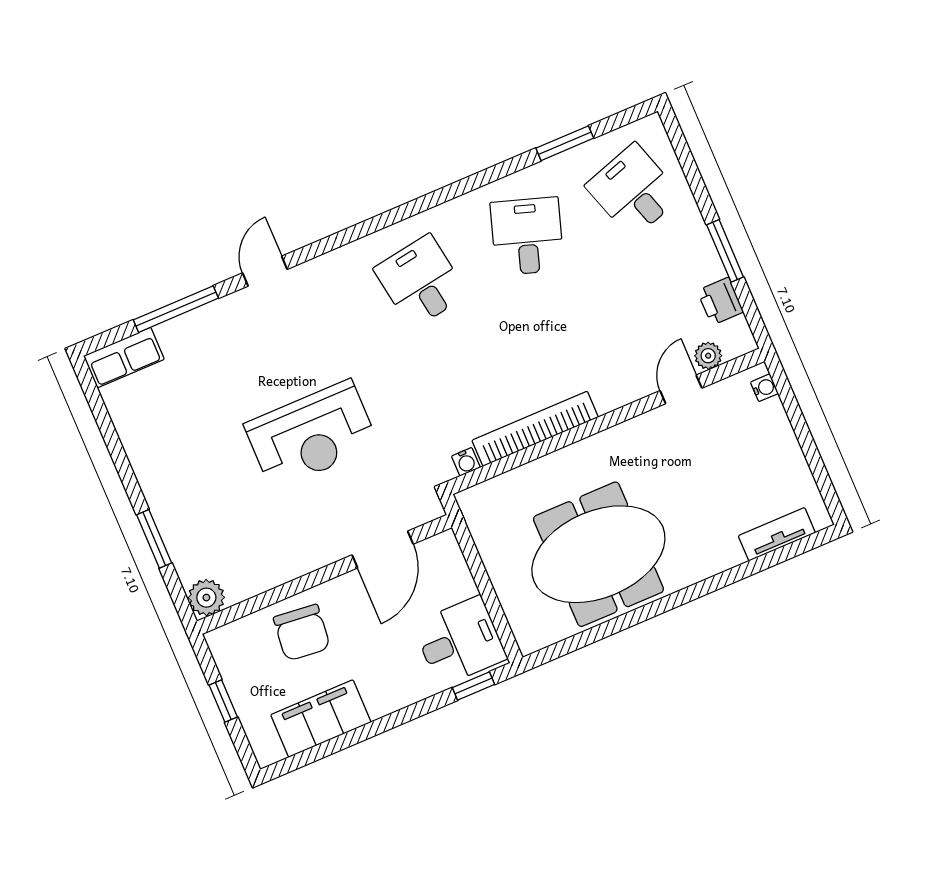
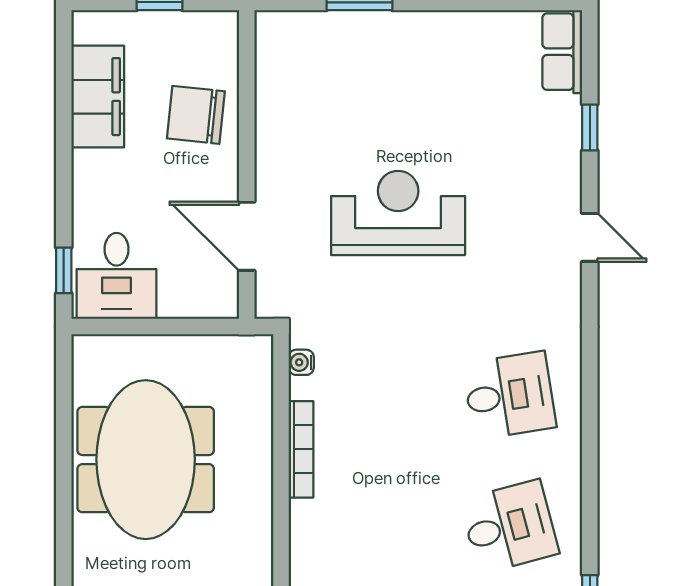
desk: (527, 236) -> (509, 527), turned -33
window: (176, 309) -> (590, 127), width x0.46
bookcase: (535, 429) -> (301, 449), width x0.68, depth x0.76
reception desk: (311, 435) -> (398, 213), turned 90
plant: (206, 598) -> (275, 31), removed

